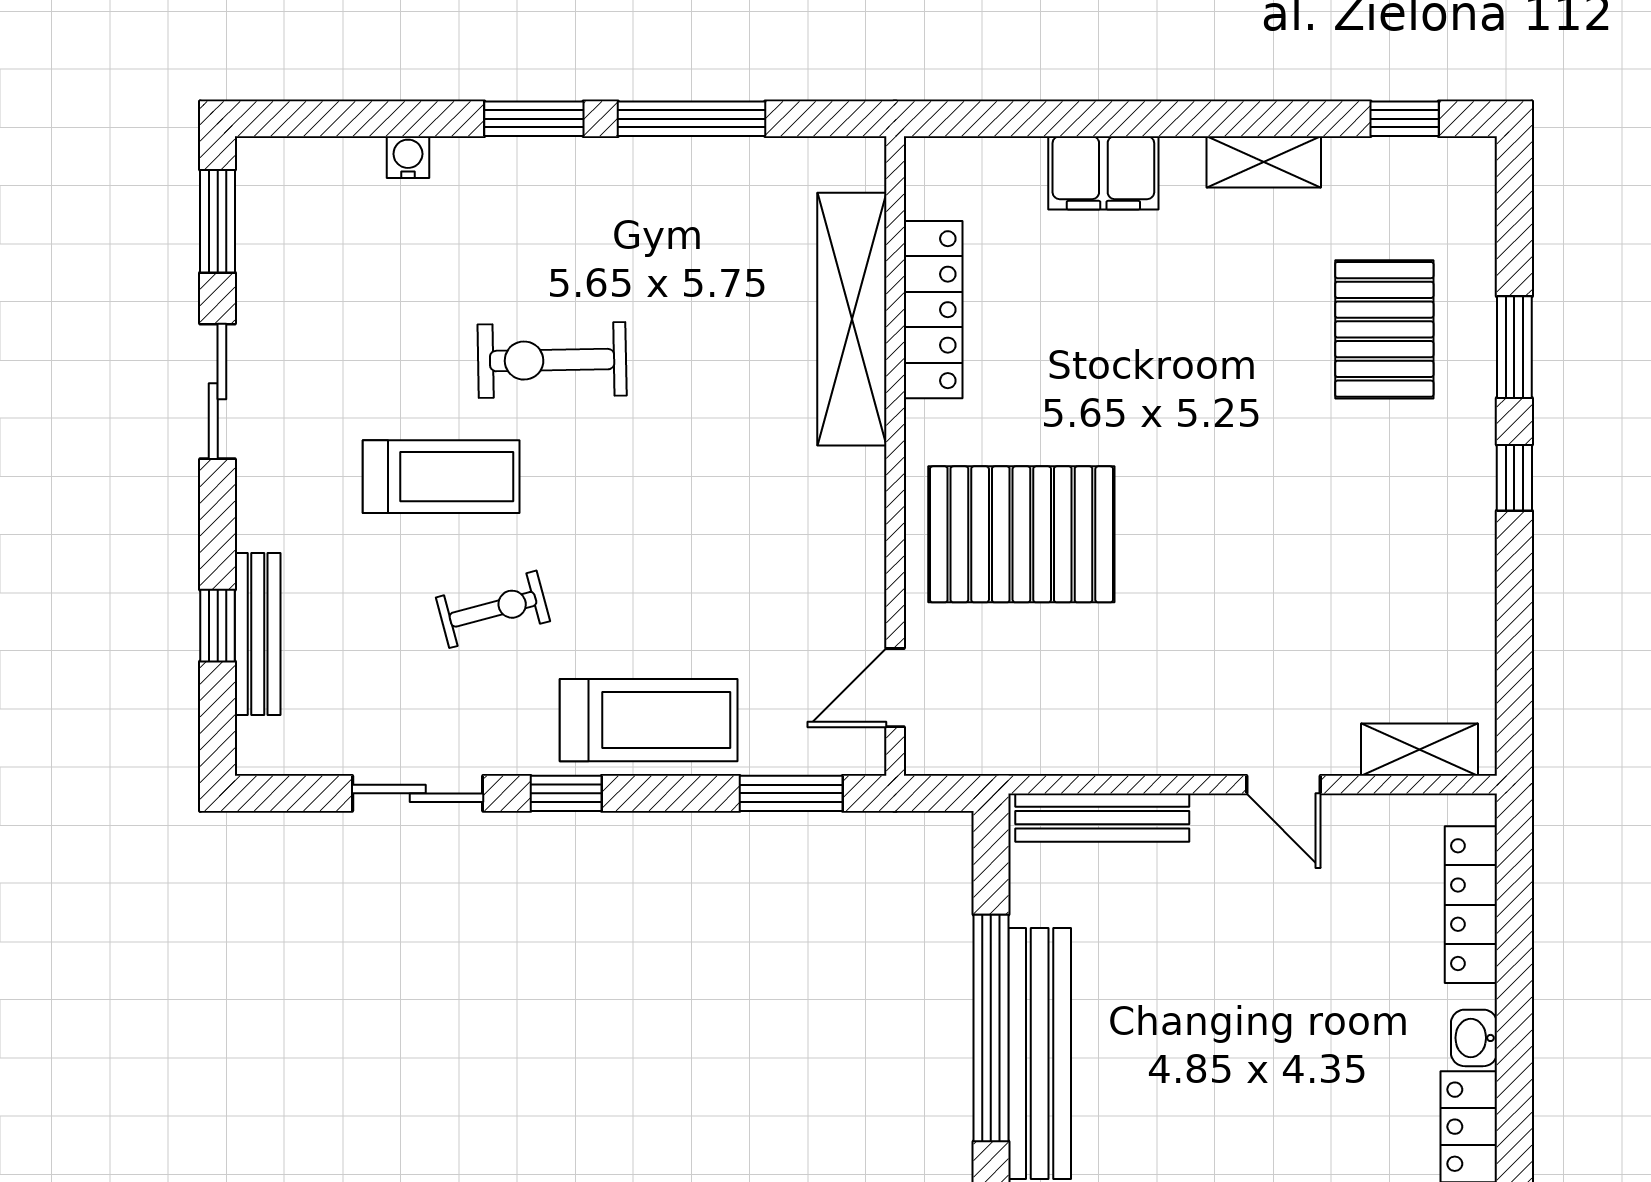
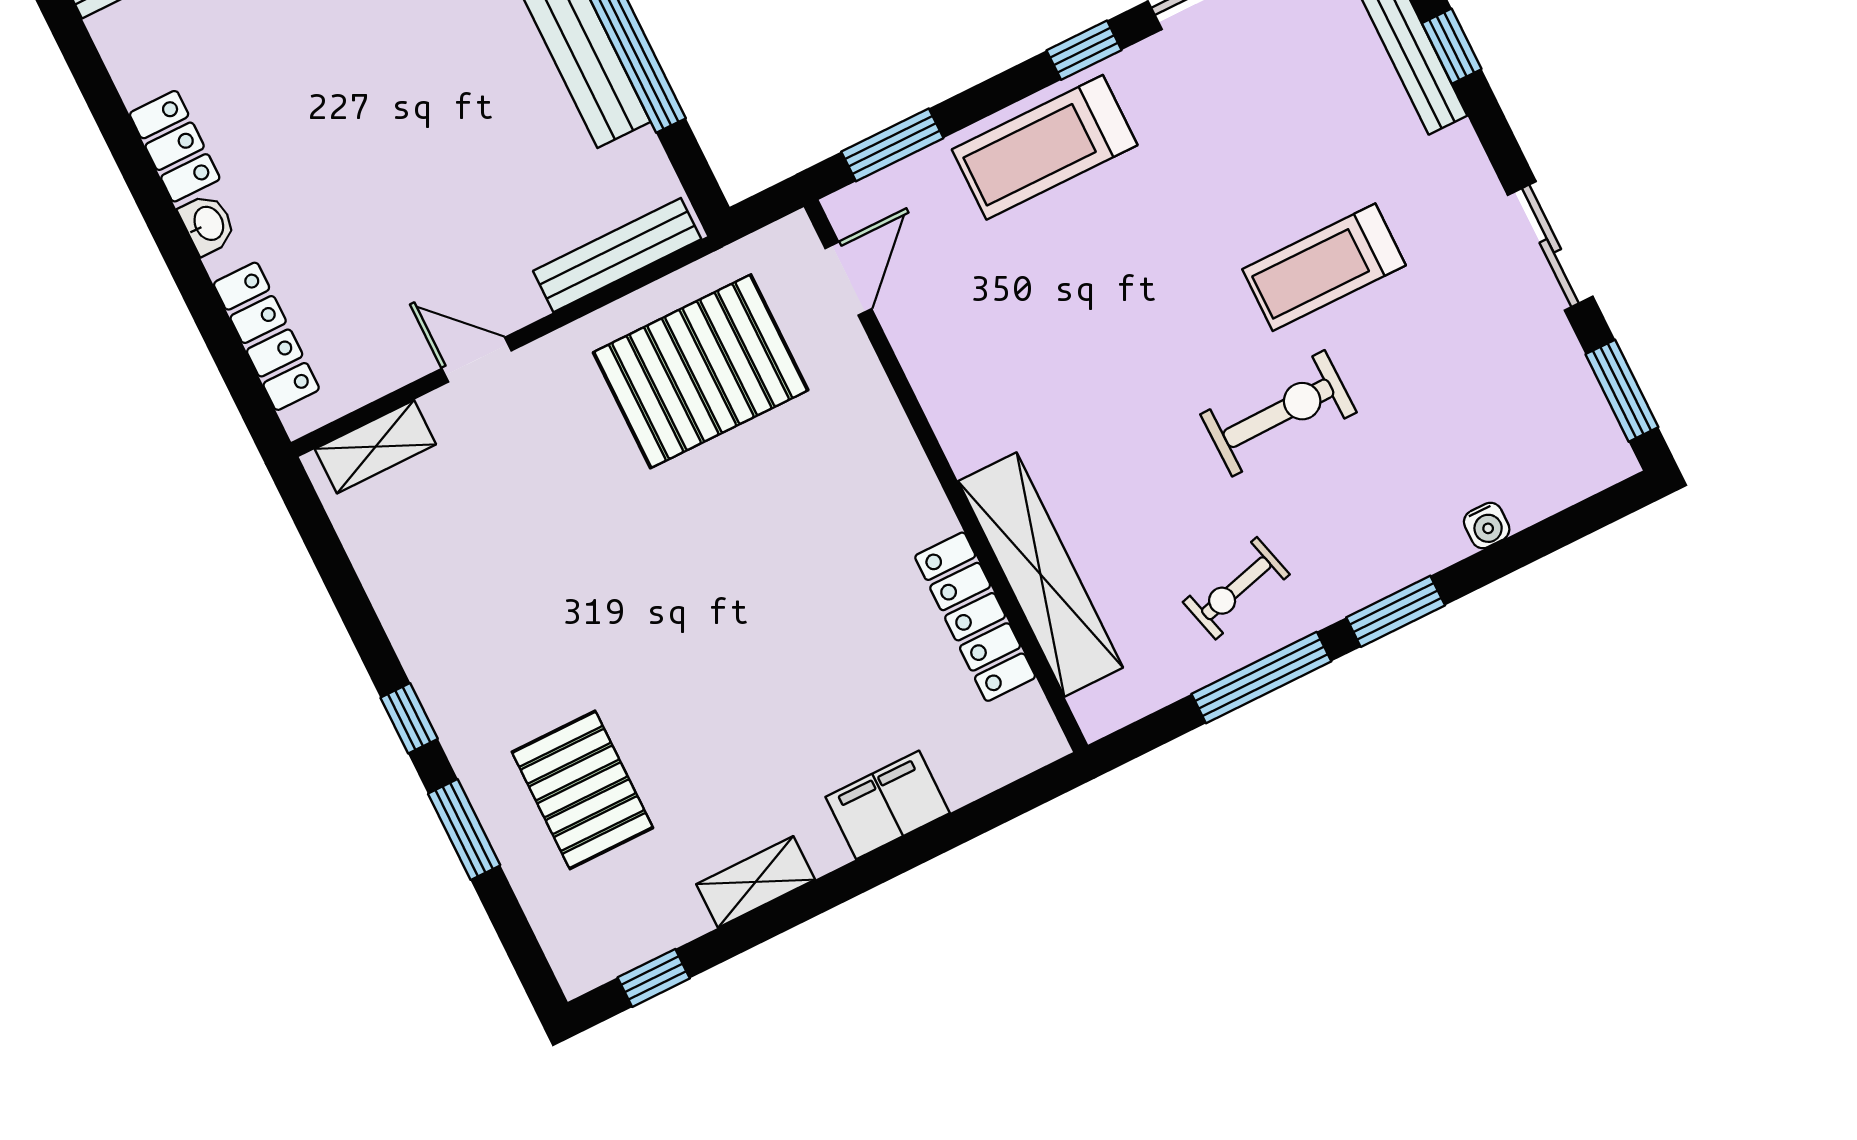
pallet: (1021, 534) -> (701, 371), moved
exercise bike: (493, 609) -> (1236, 588), moved

